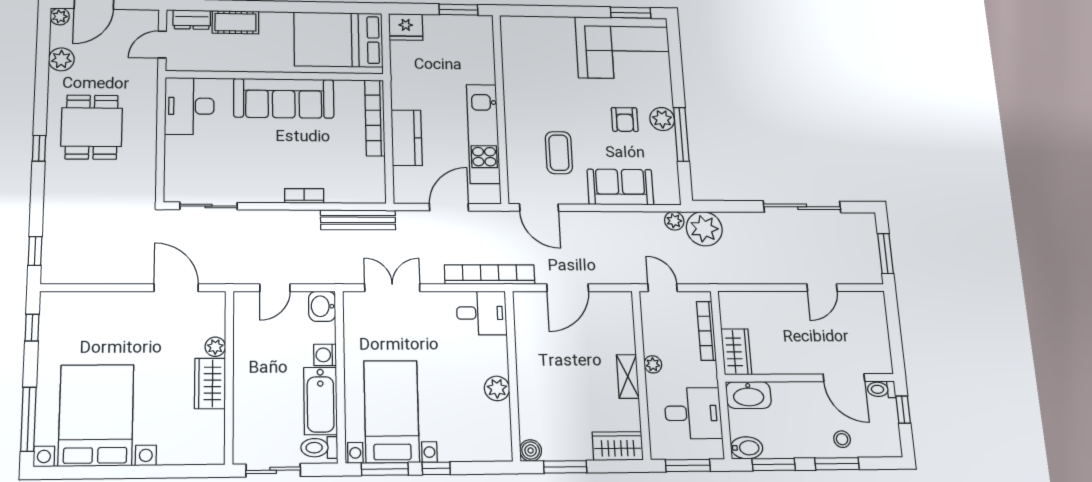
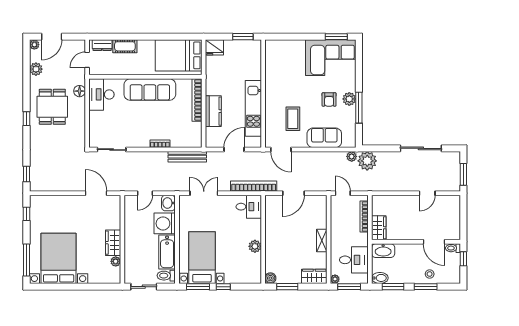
floor lamp: (146, 99) -> (80, 91), added
plant: (215, 347) -> (116, 261), moved
washing machine: (325, 355) -> (165, 223), width x1.89, depth x1.89
plant: (653, 364) -> (335, 279), moved

